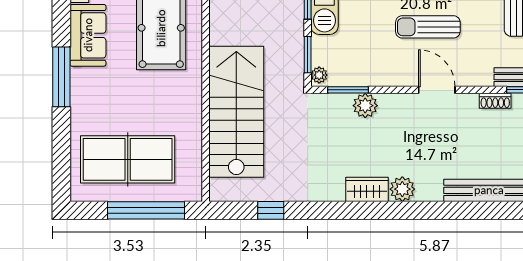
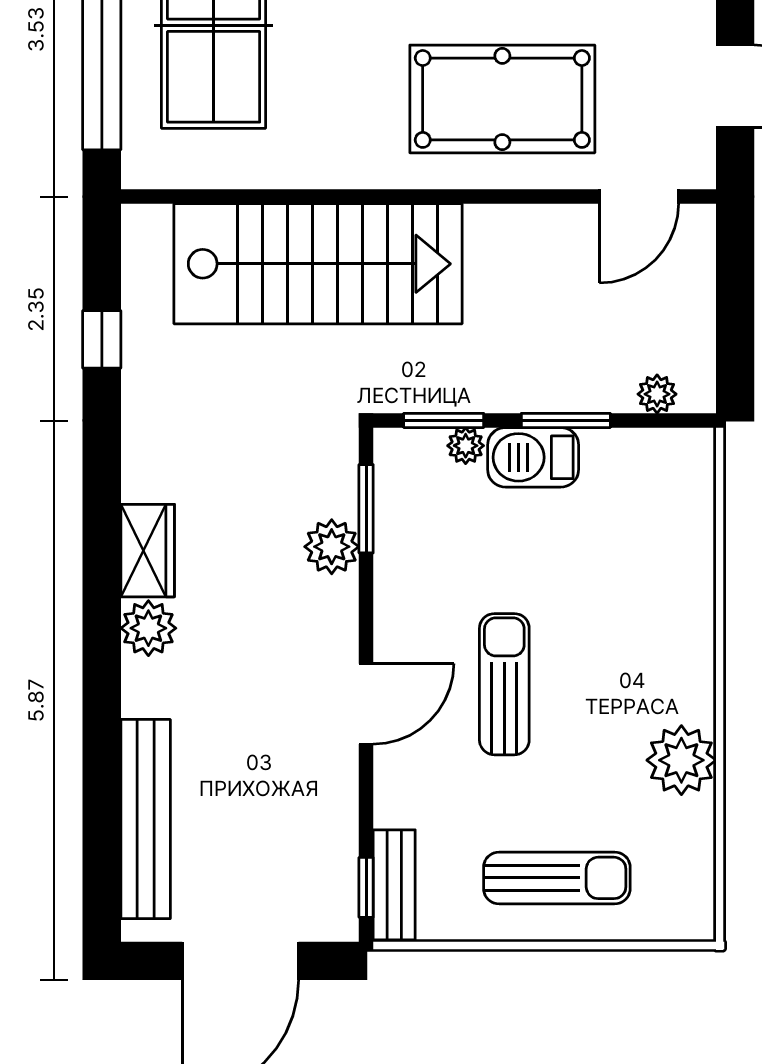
plant: (319, 75) -> (466, 446), moved
shoe rack: (495, 101) -> (342, 832), removed

